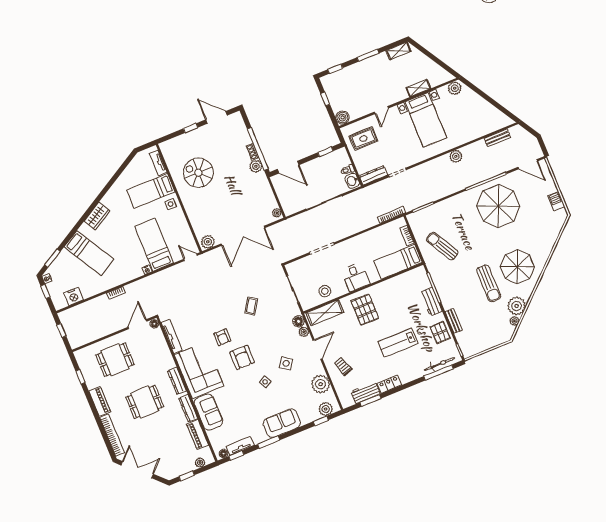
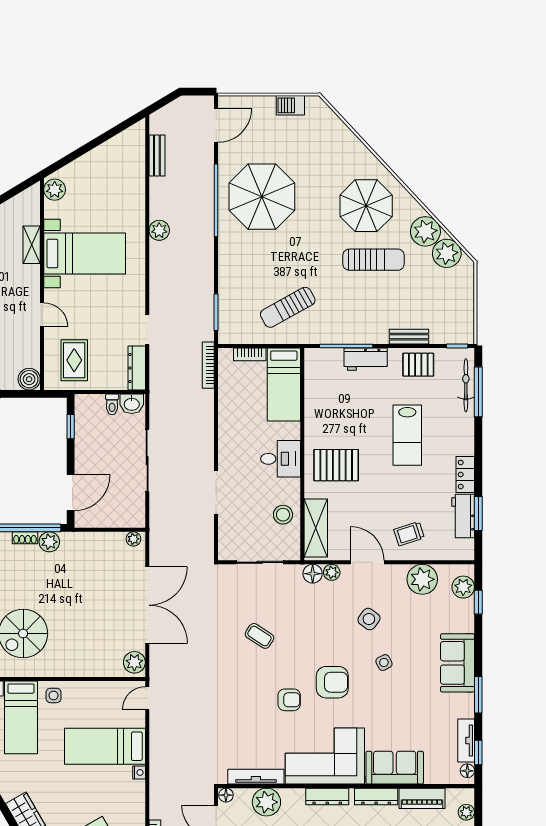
plant: (514, 321) -> (447, 253), width x1.88, depth x1.88
plant: (160, 348) -> (266, 802), added

